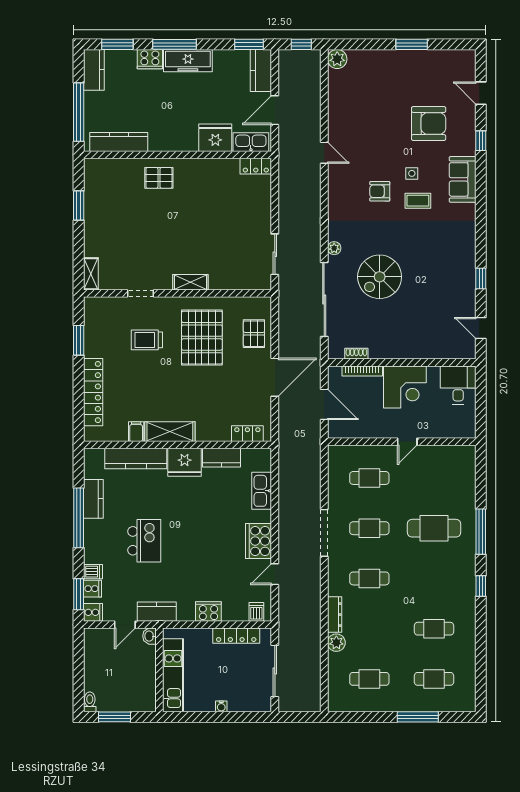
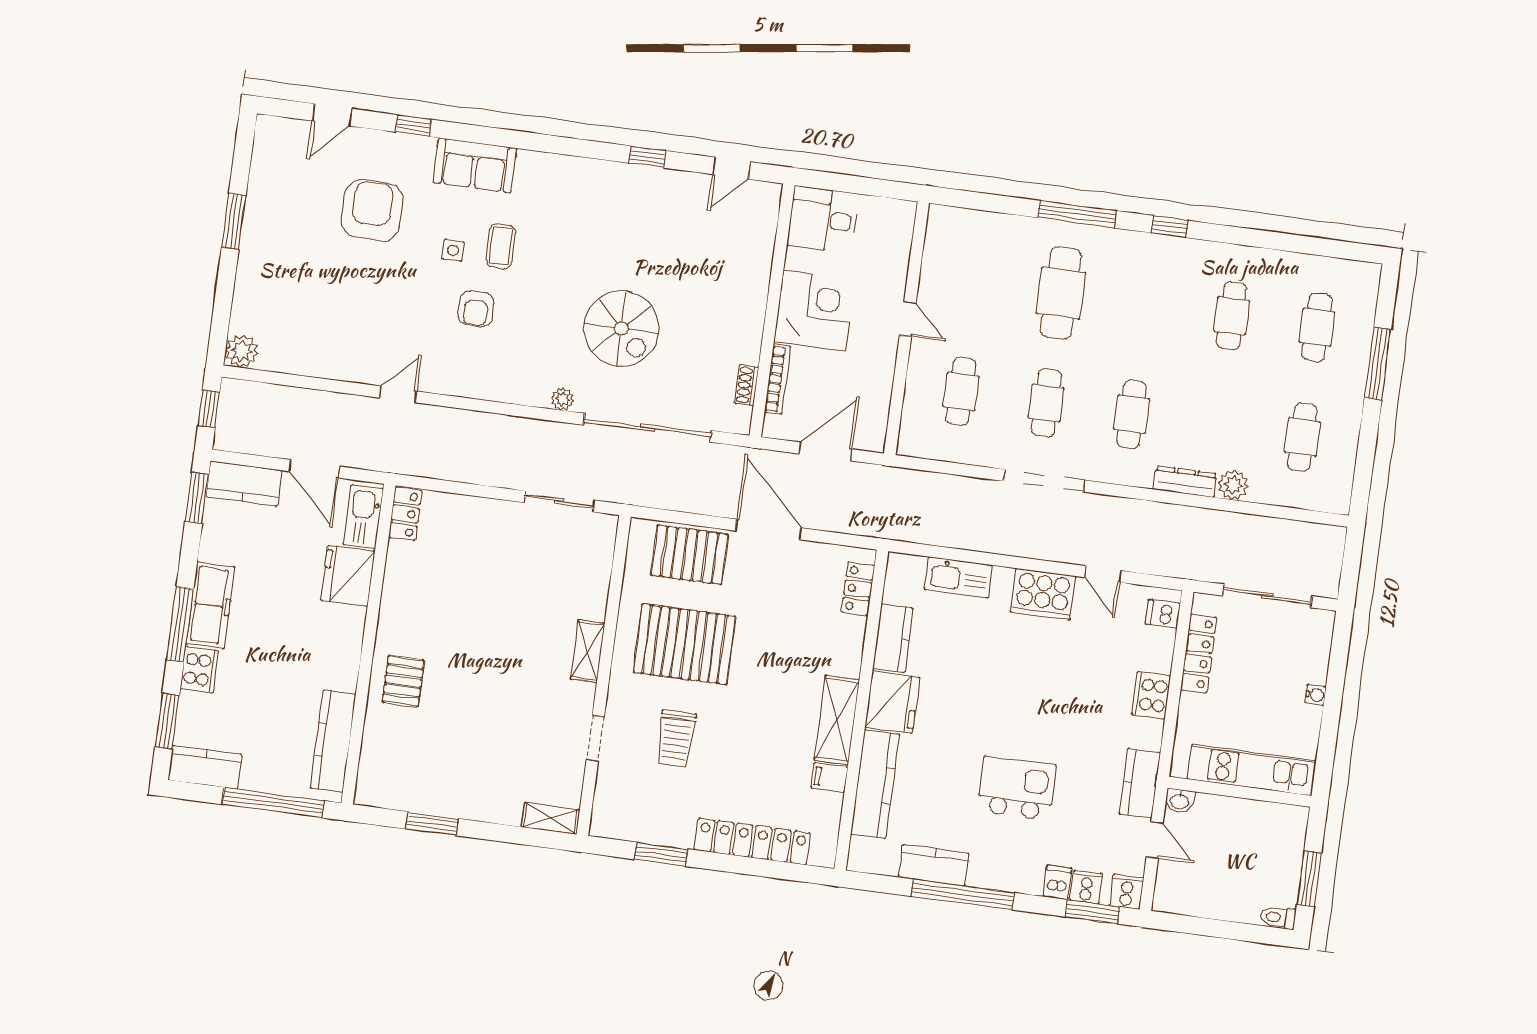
pallet: (254, 334) -> (690, 555), width x1.50, depth x1.42

